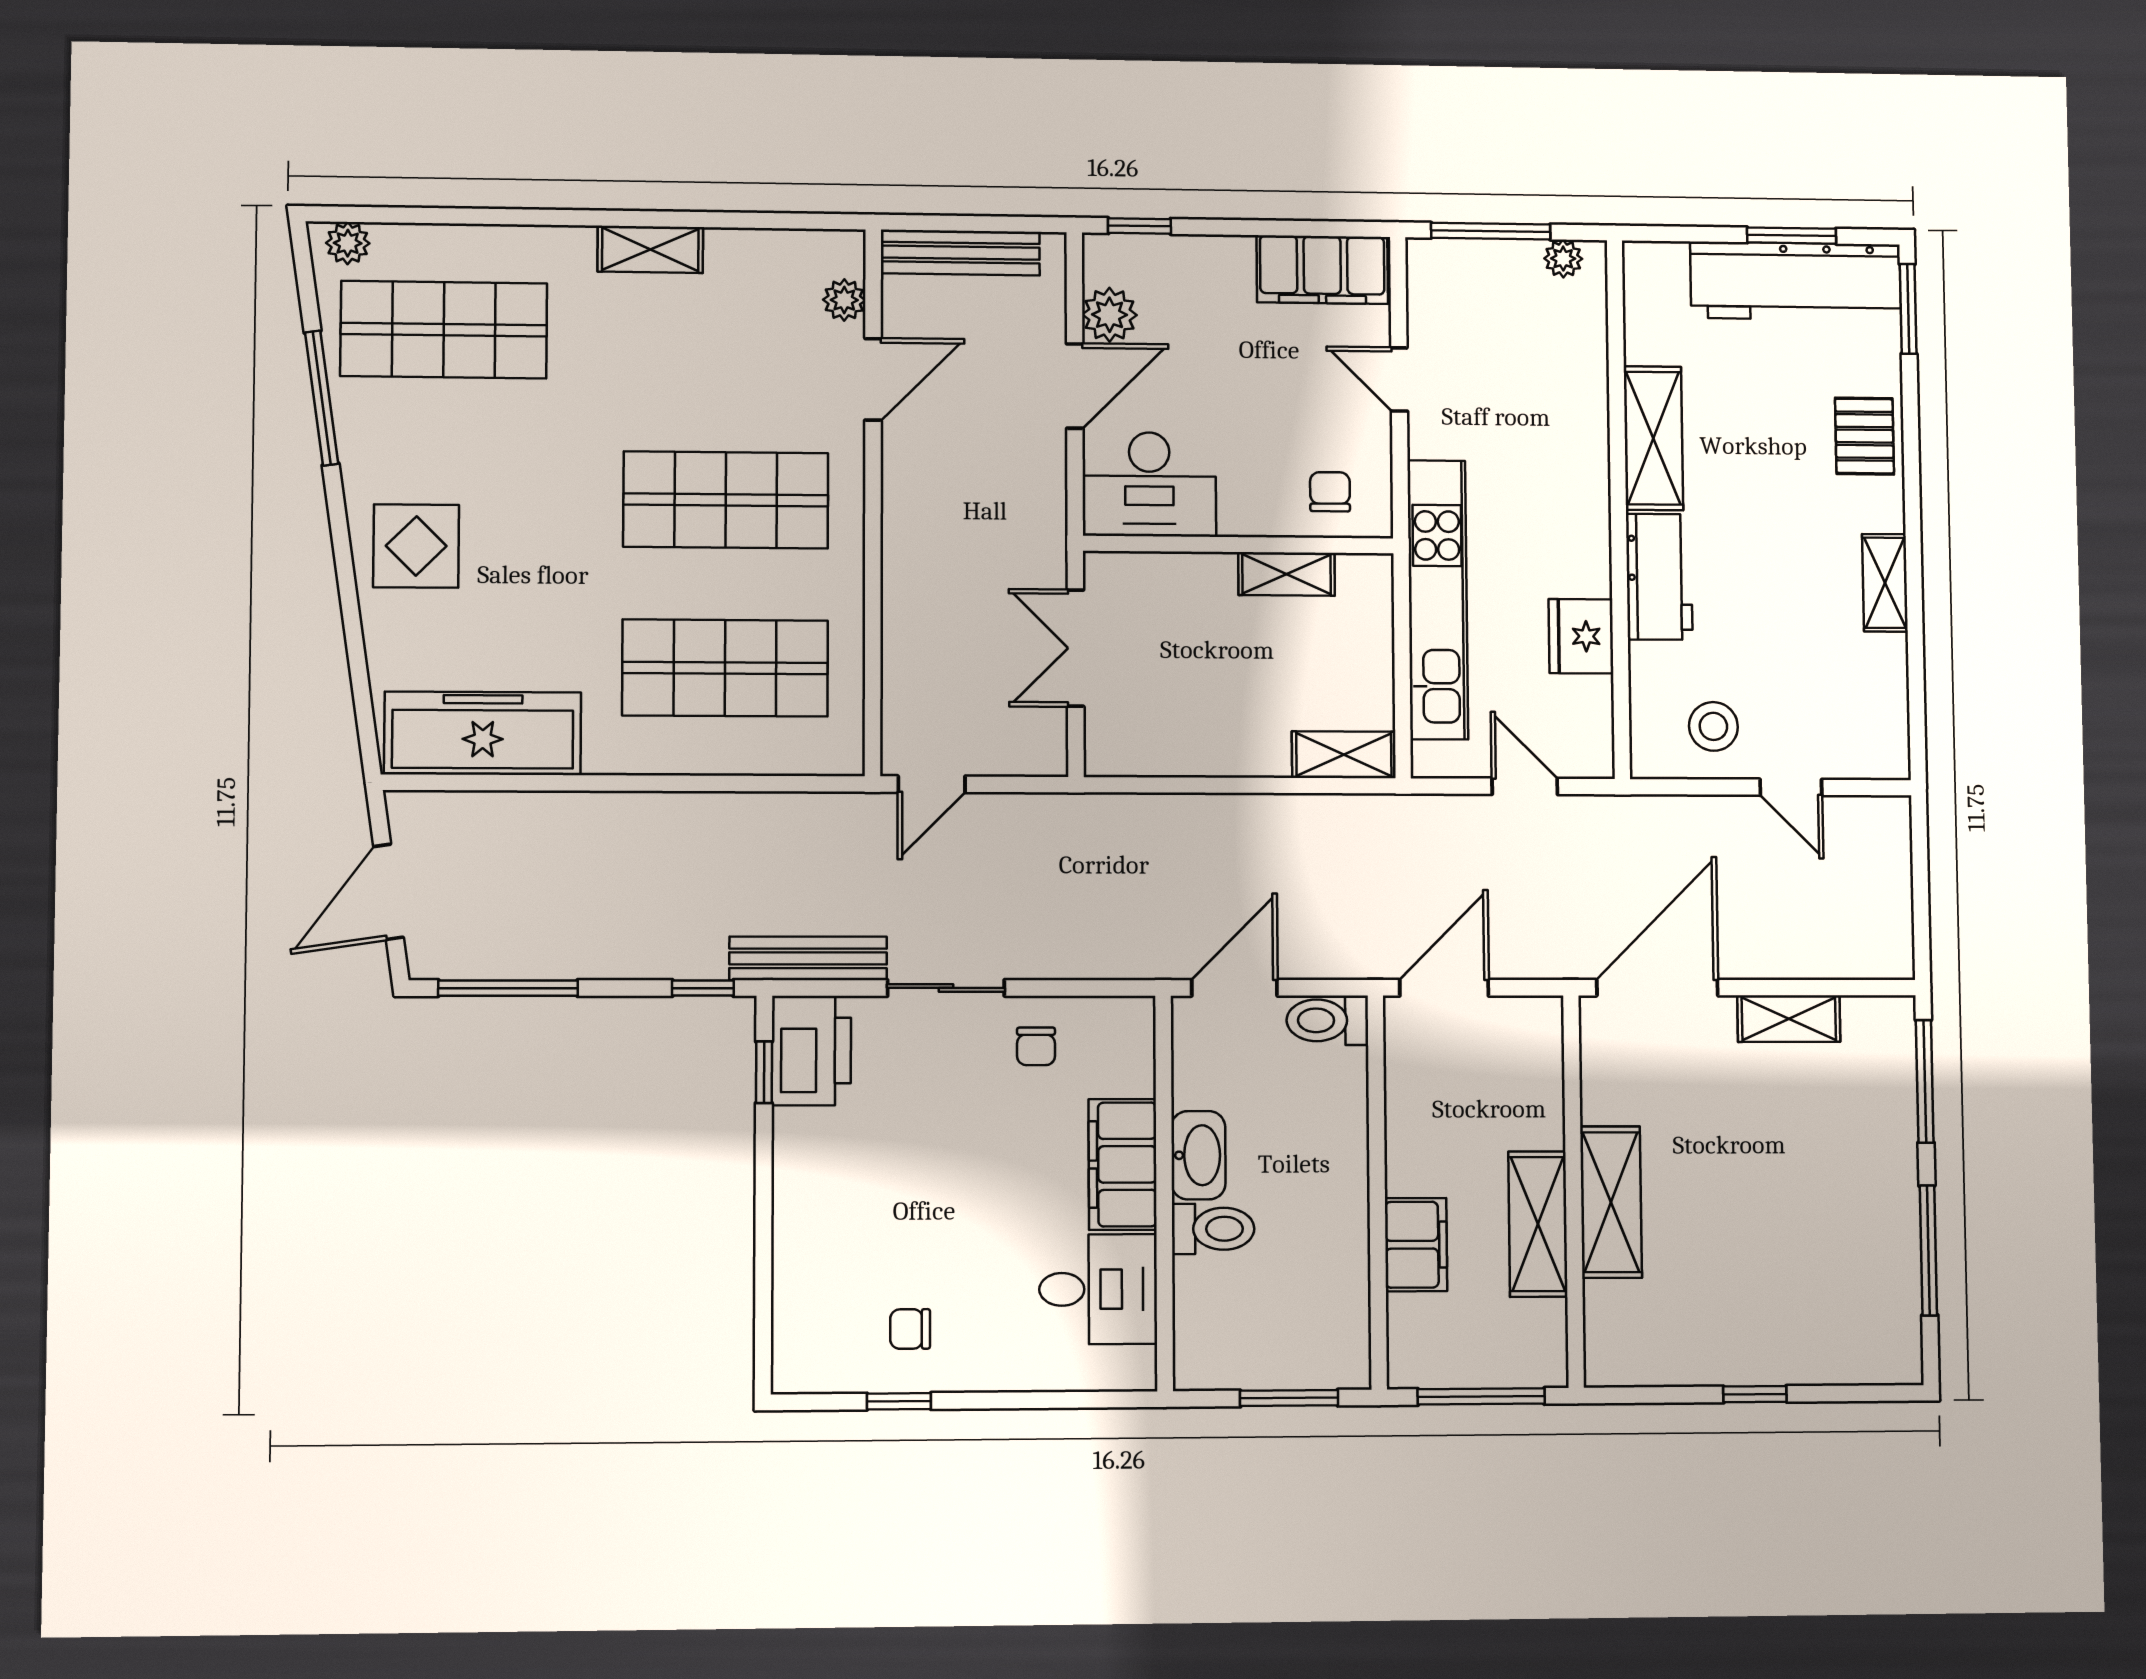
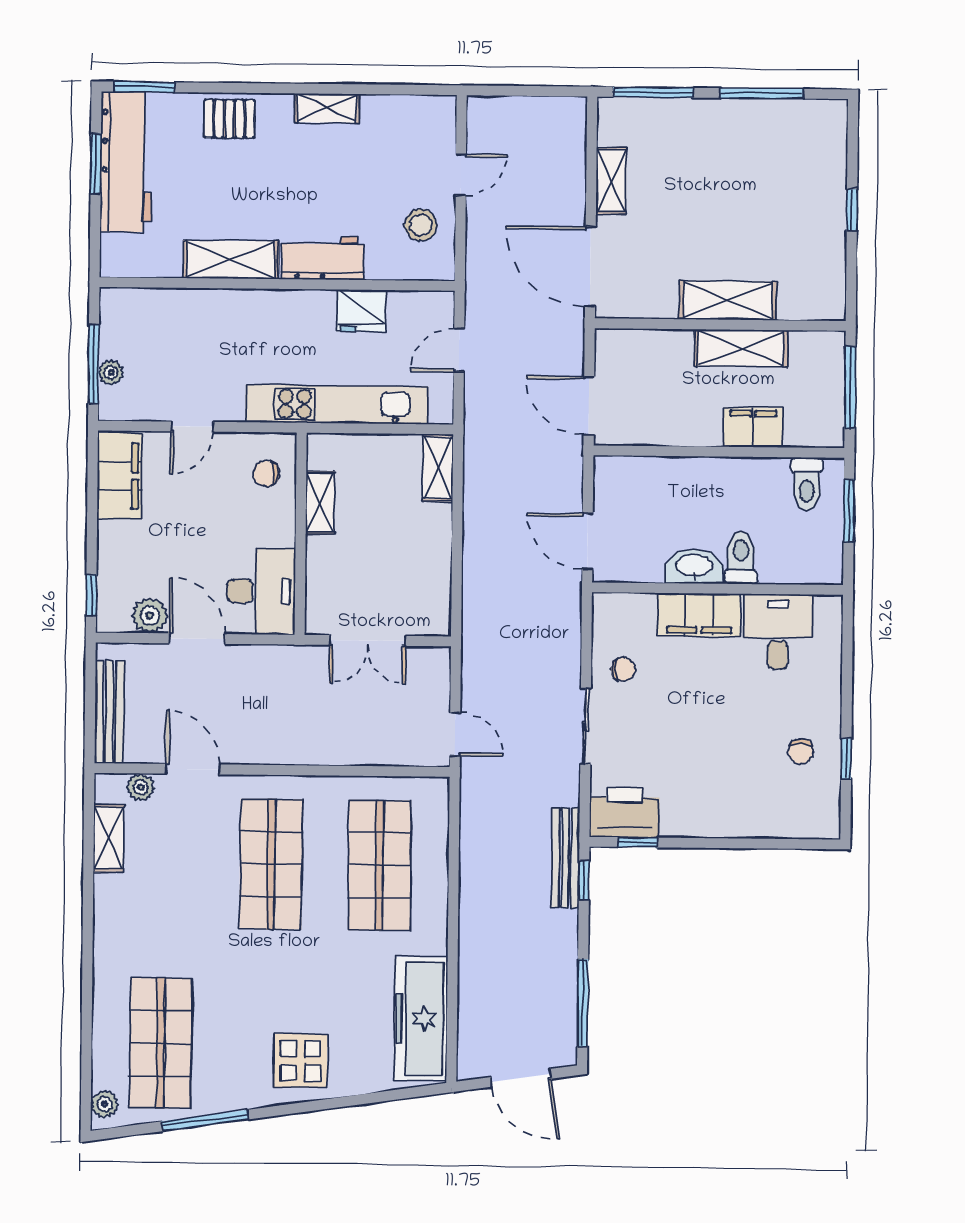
shelving: (650, 249) -> (109, 838), moved
plant: (1563, 259) -> (111, 372), moved
bench: (808, 958) -> (565, 858), moved
toilet: (1327, 1020) -> (807, 484), moved

